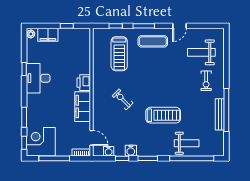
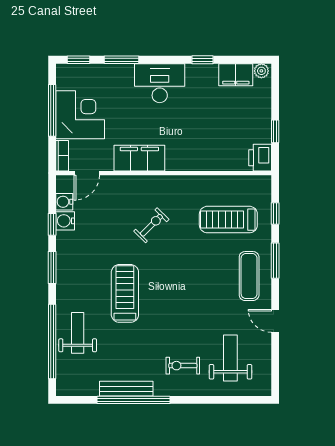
filing cabinet: (48, 35) -> (236, 75), moved, turned -90
desk: (38, 78) -> (160, 83), moved
printer: (84, 83) -> (260, 158), moved, turned -90
treadmill: (163, 115) -> (125, 293), turned 180
corner desk: (41, 142) -> (80, 115), moved
weight bench: (187, 143) -> (78, 333), turned 180
water cooler: (131, 151) -> (65, 221), moved

